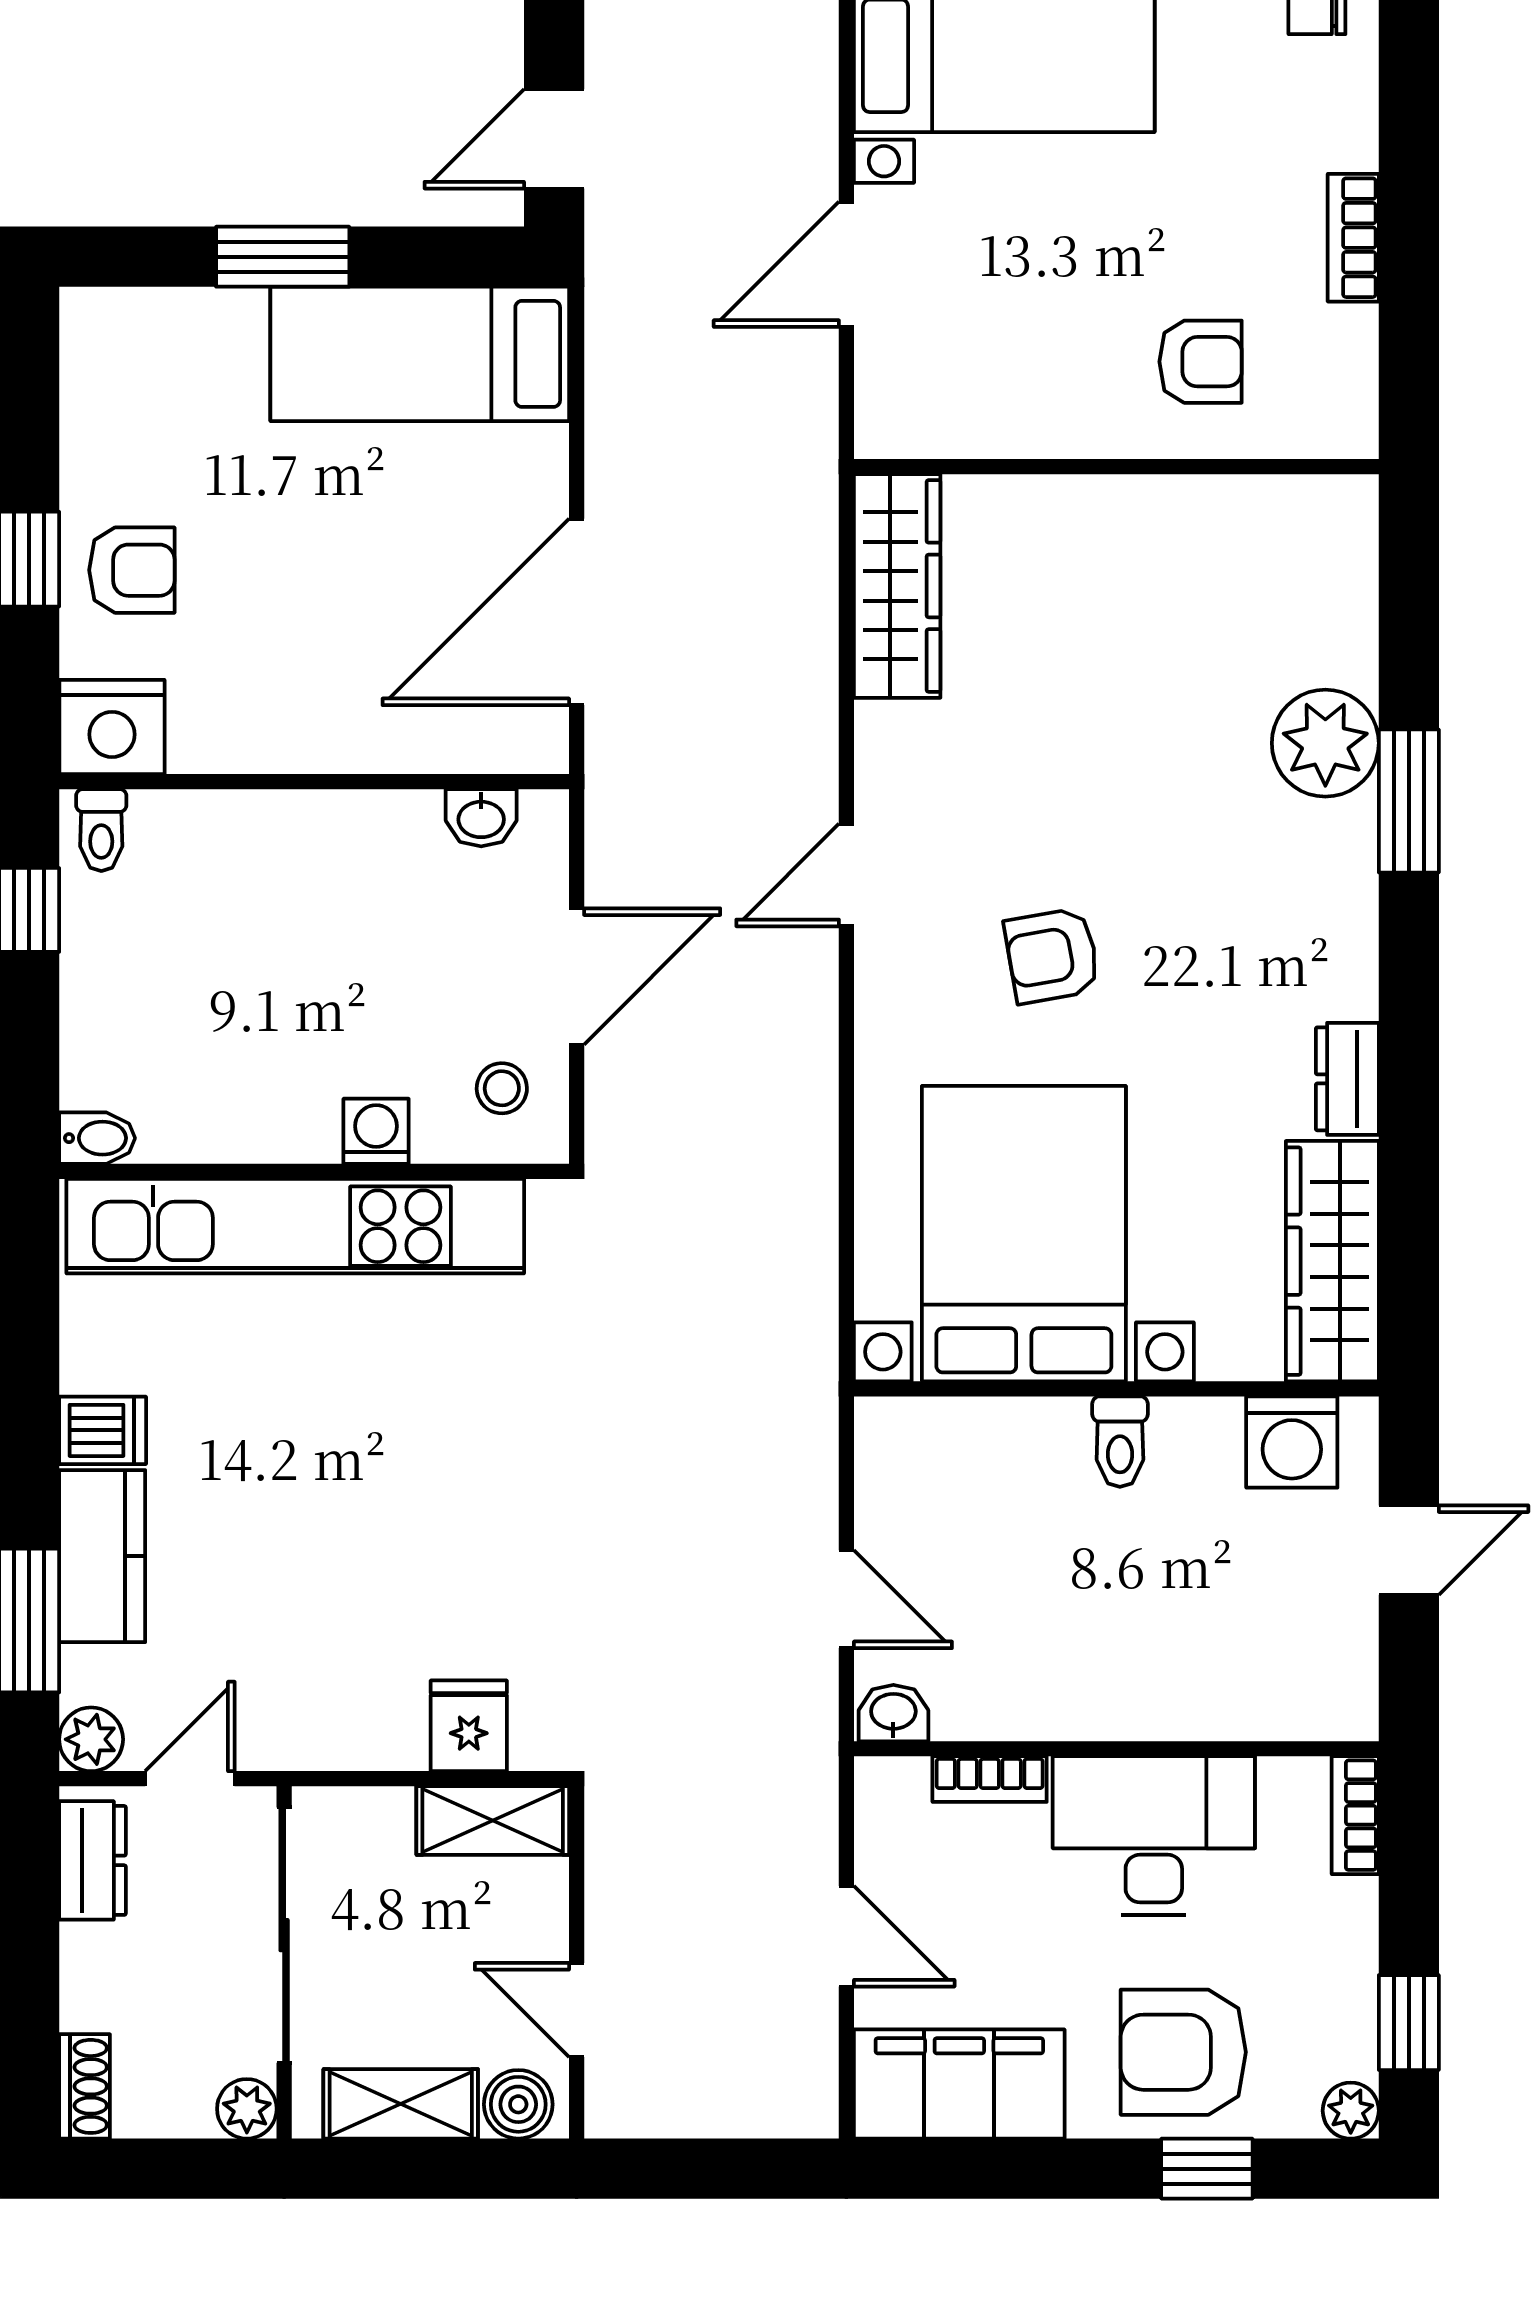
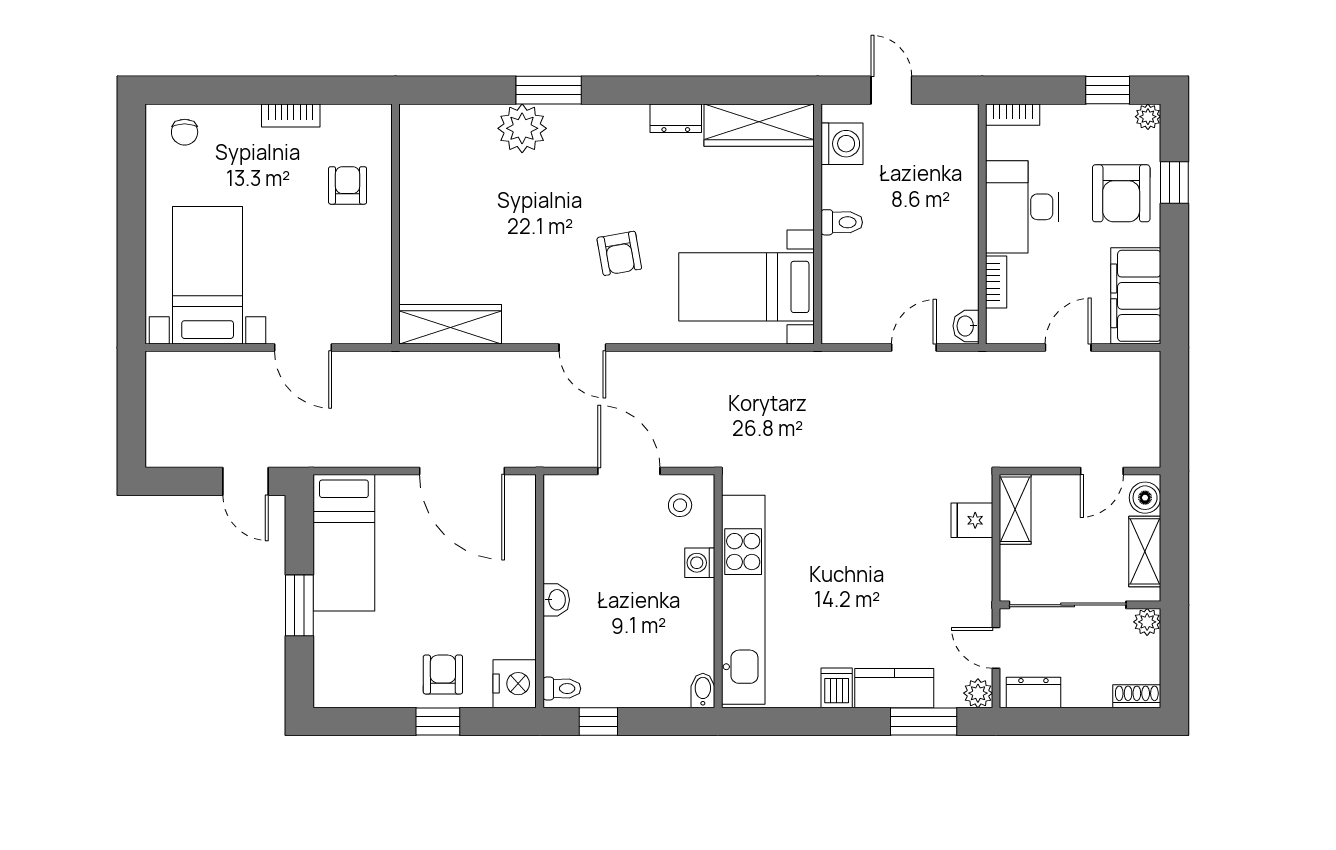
washbasin: (481, 818) -> (556, 600), moved
bed with nightstands: (1024, 1234) -> (747, 287), width x0.73

